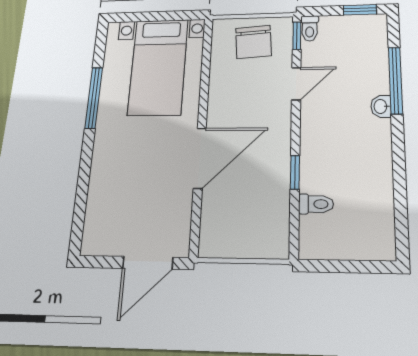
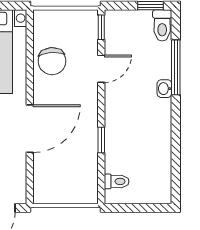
toilet: (310, 28) -> (162, 25), moved, width x1.37, depth x1.39
chair: (253, 42) -> (52, 61), moved
toilet: (316, 204) -> (117, 181), moved

